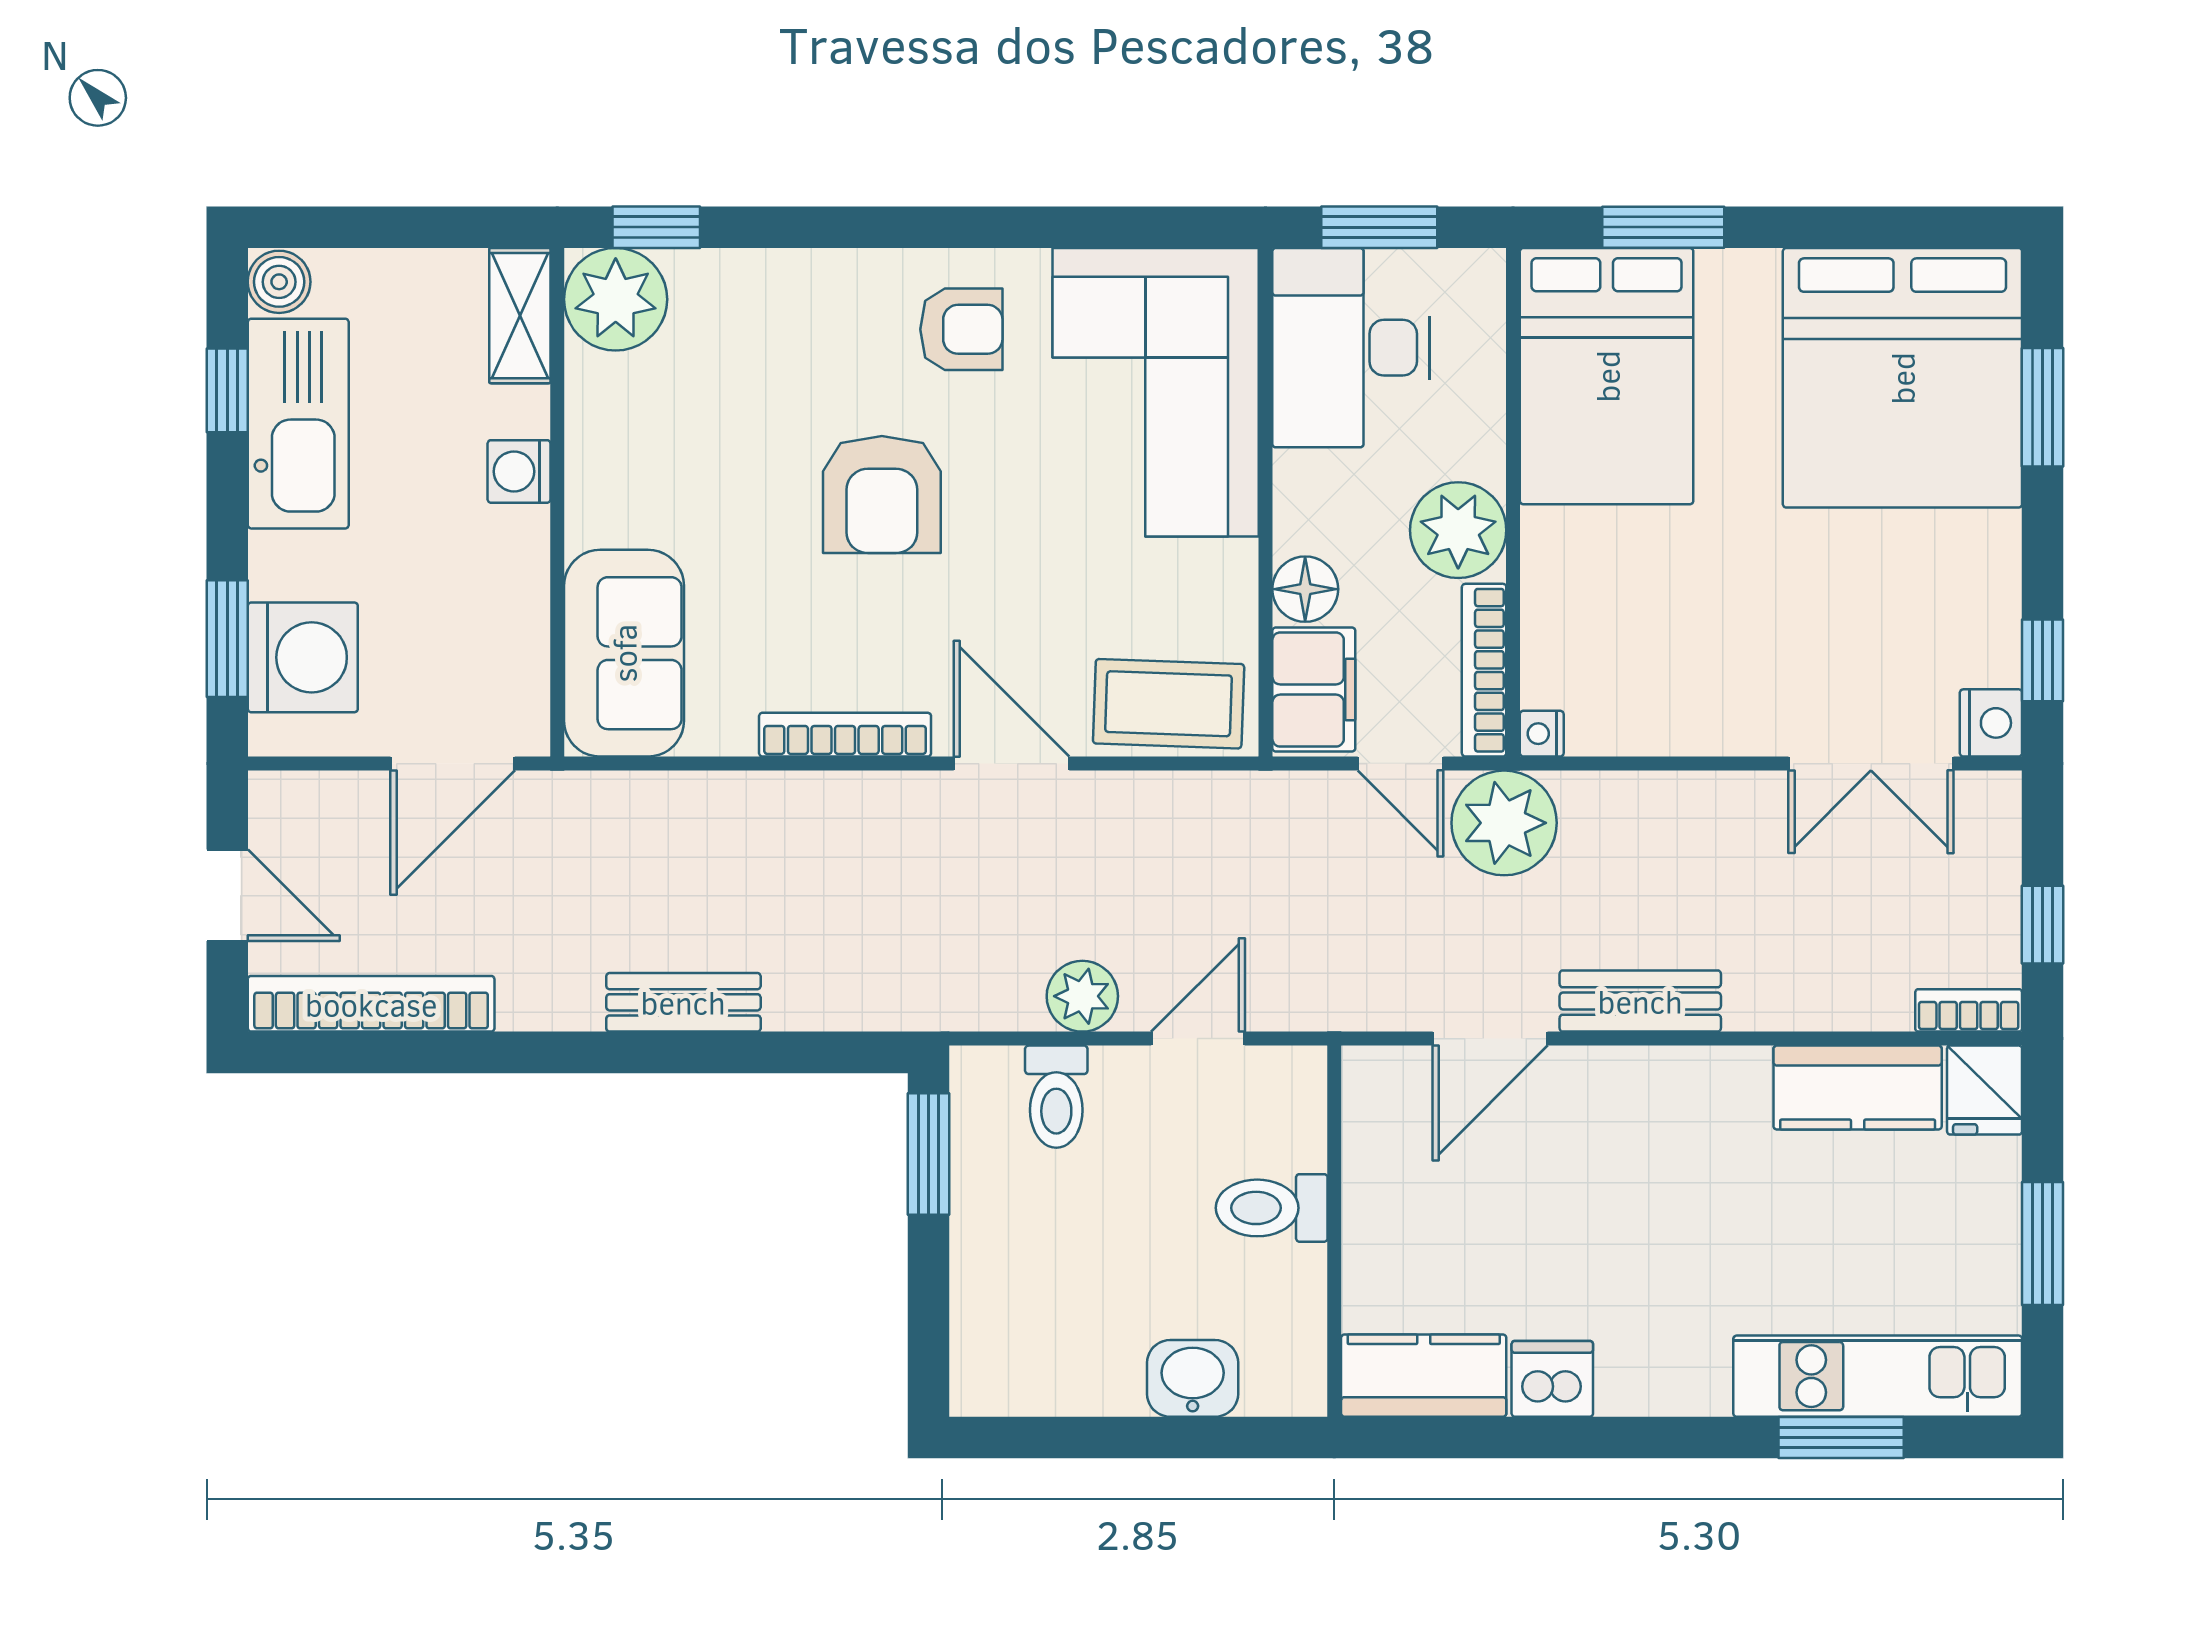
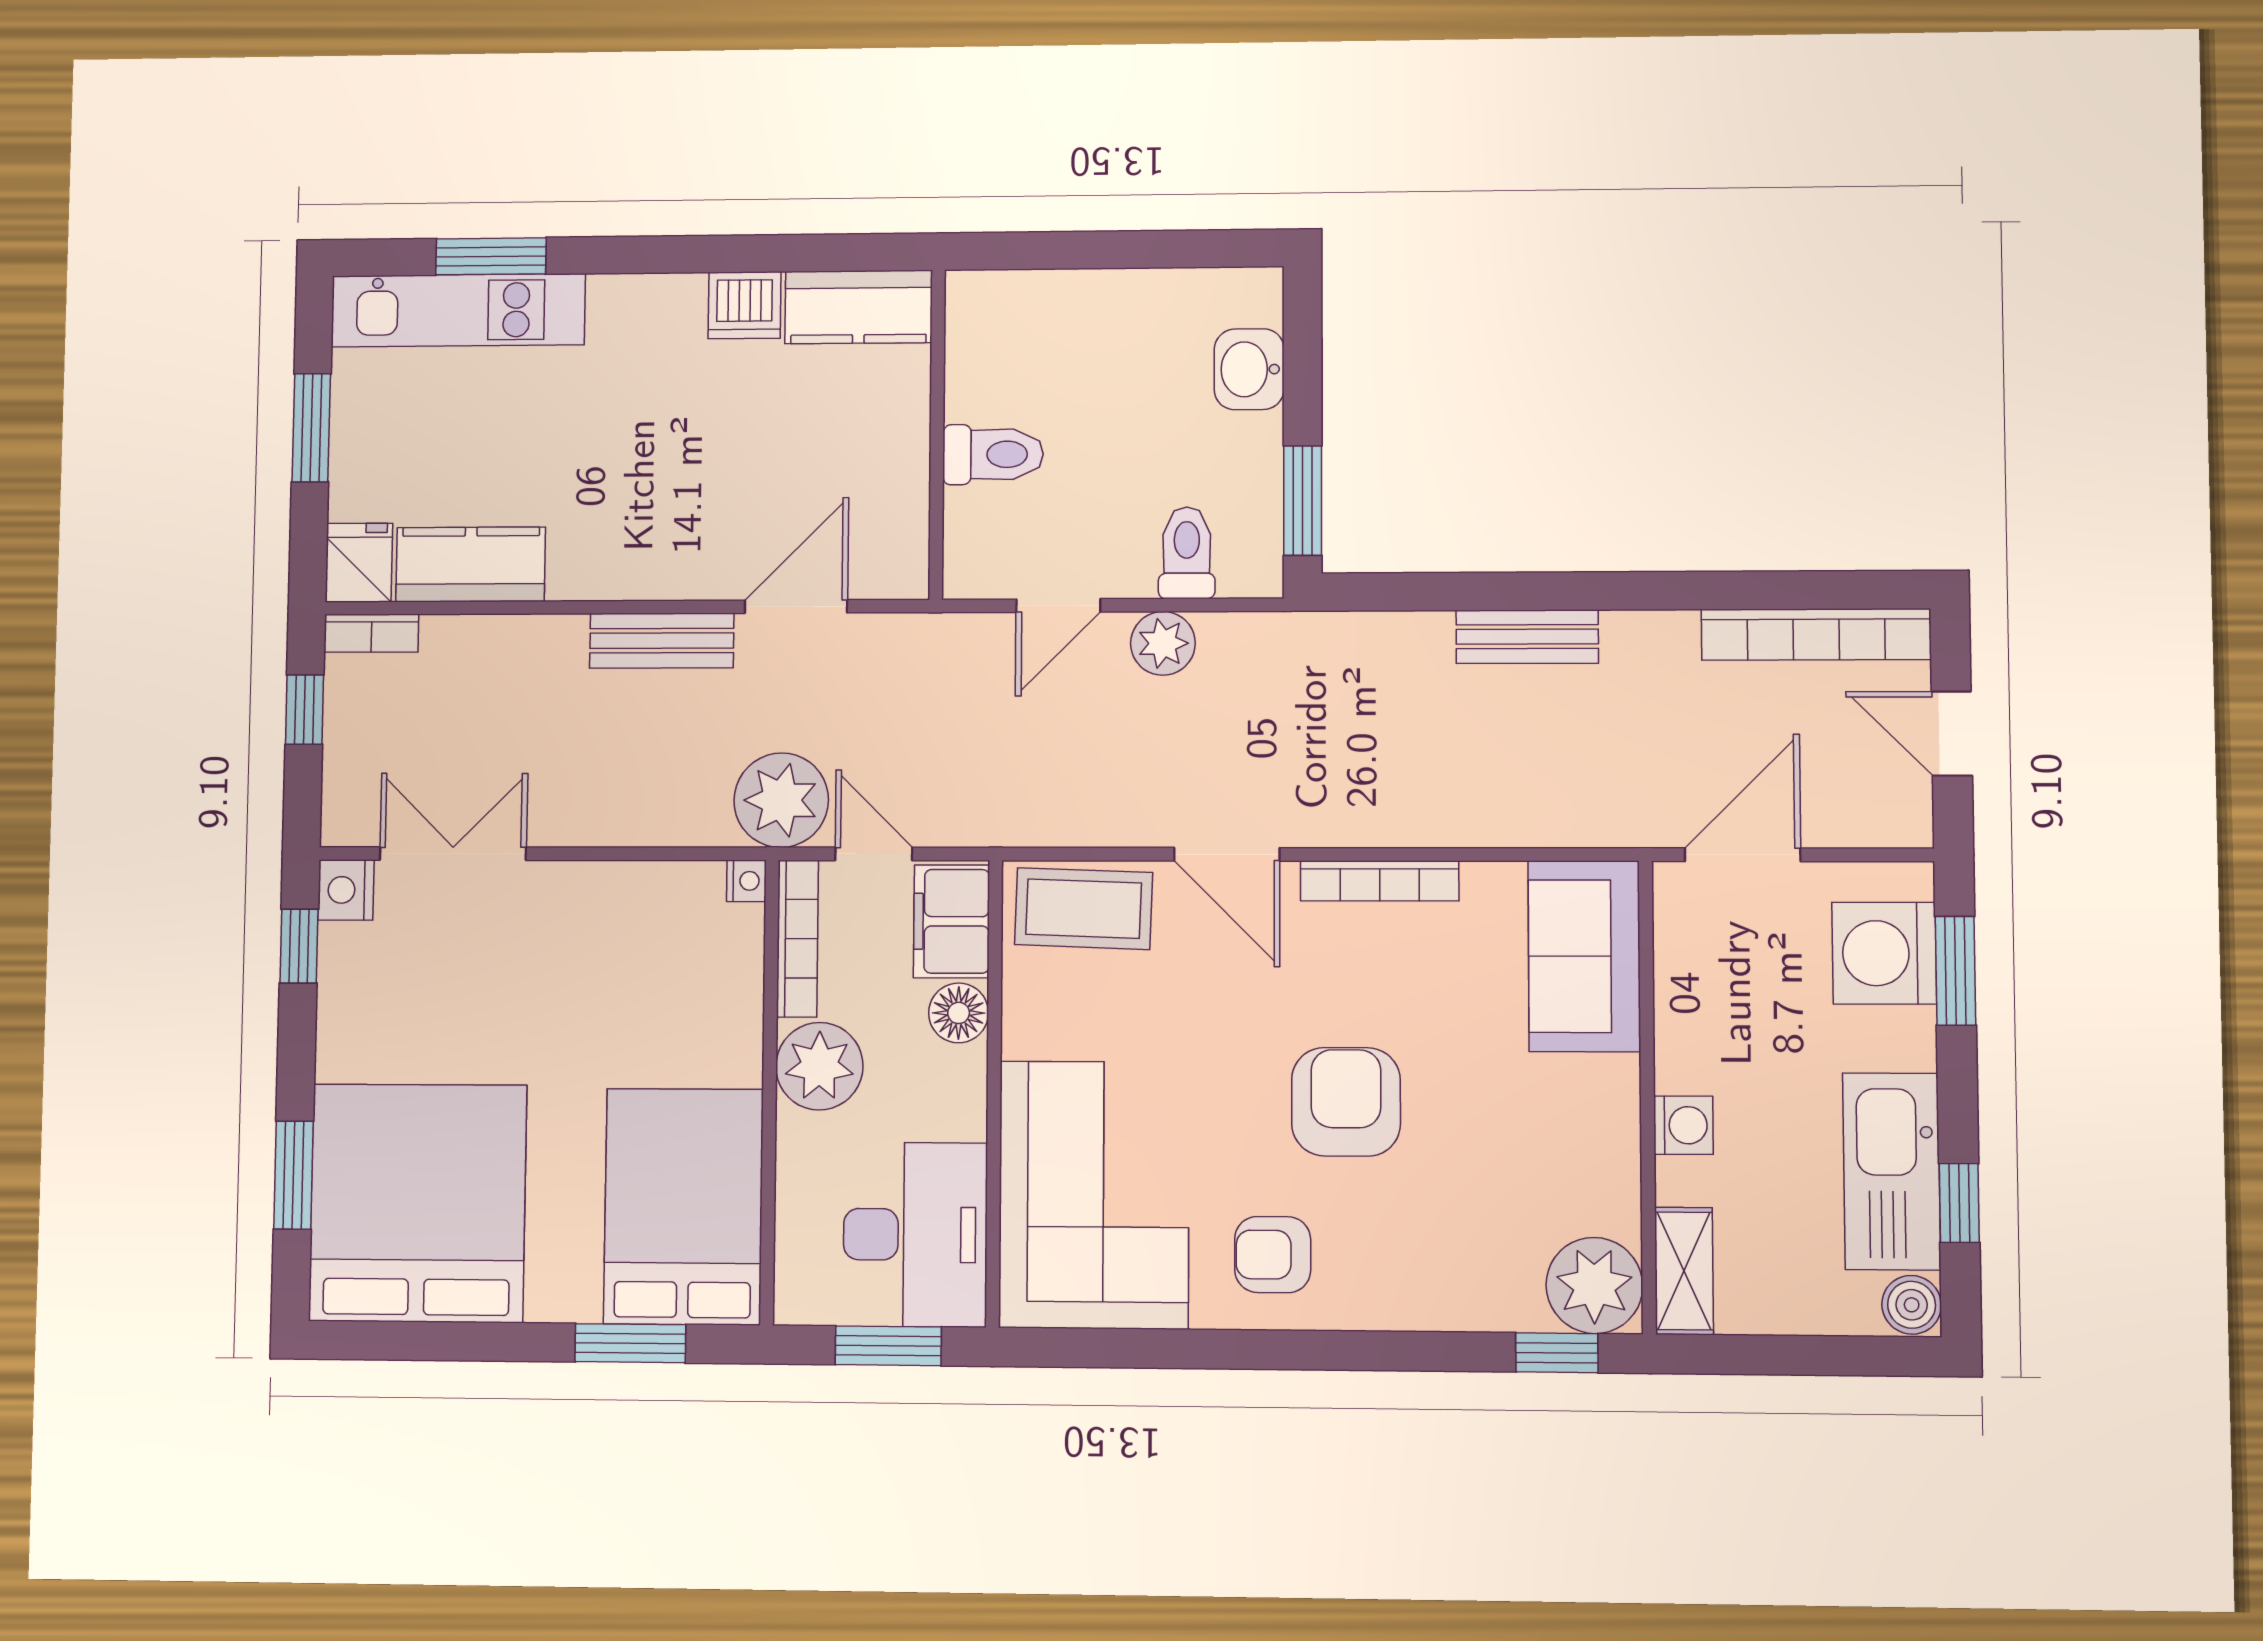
washbasin: (1193, 1378) -> (1249, 369), moved, turned 90

